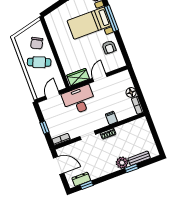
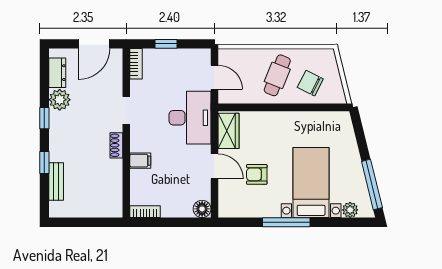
window: (111, 18) -> (286, 222), moved
armchair: (109, 47) -> (257, 174), moved
floor lamp: (131, 92) -> (202, 209), moved
plant: (122, 163) -> (60, 100), moved
window: (87, 185) -> (44, 118), moved

